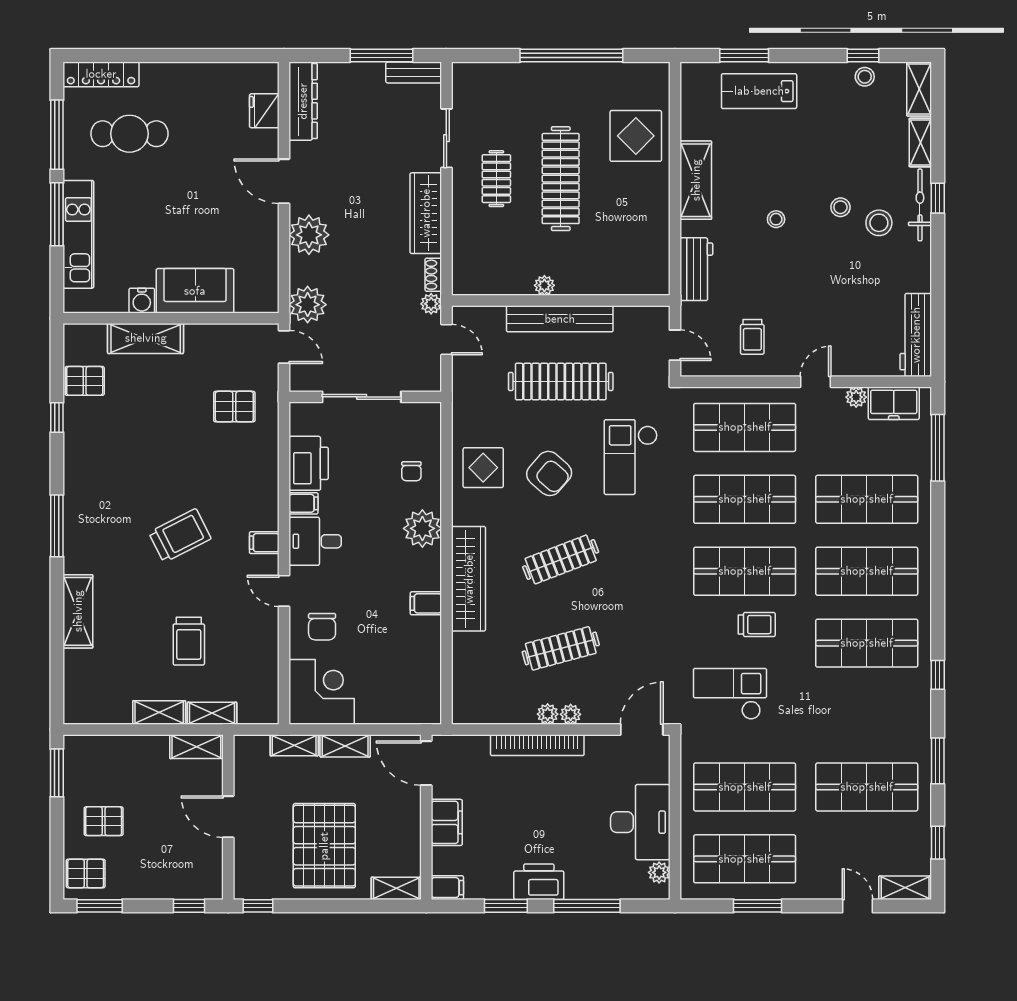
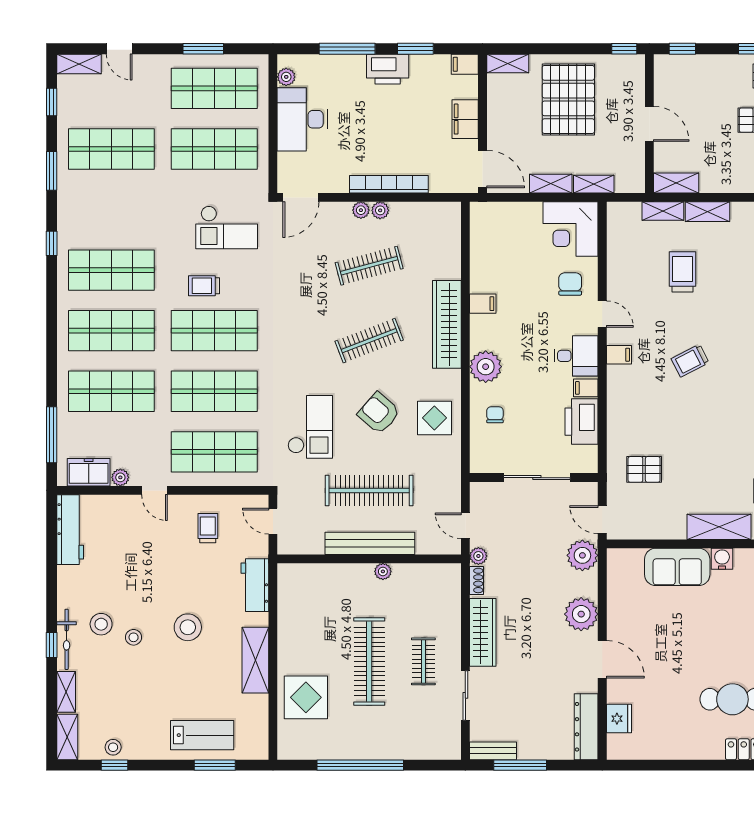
stool: (776, 219) -> (188, 627), width x1.89, depth x1.89
door: (816, 382) -> (154, 490), hinge flipped
trolley: (180, 536) -> (690, 361), width x0.73, depth x0.72

